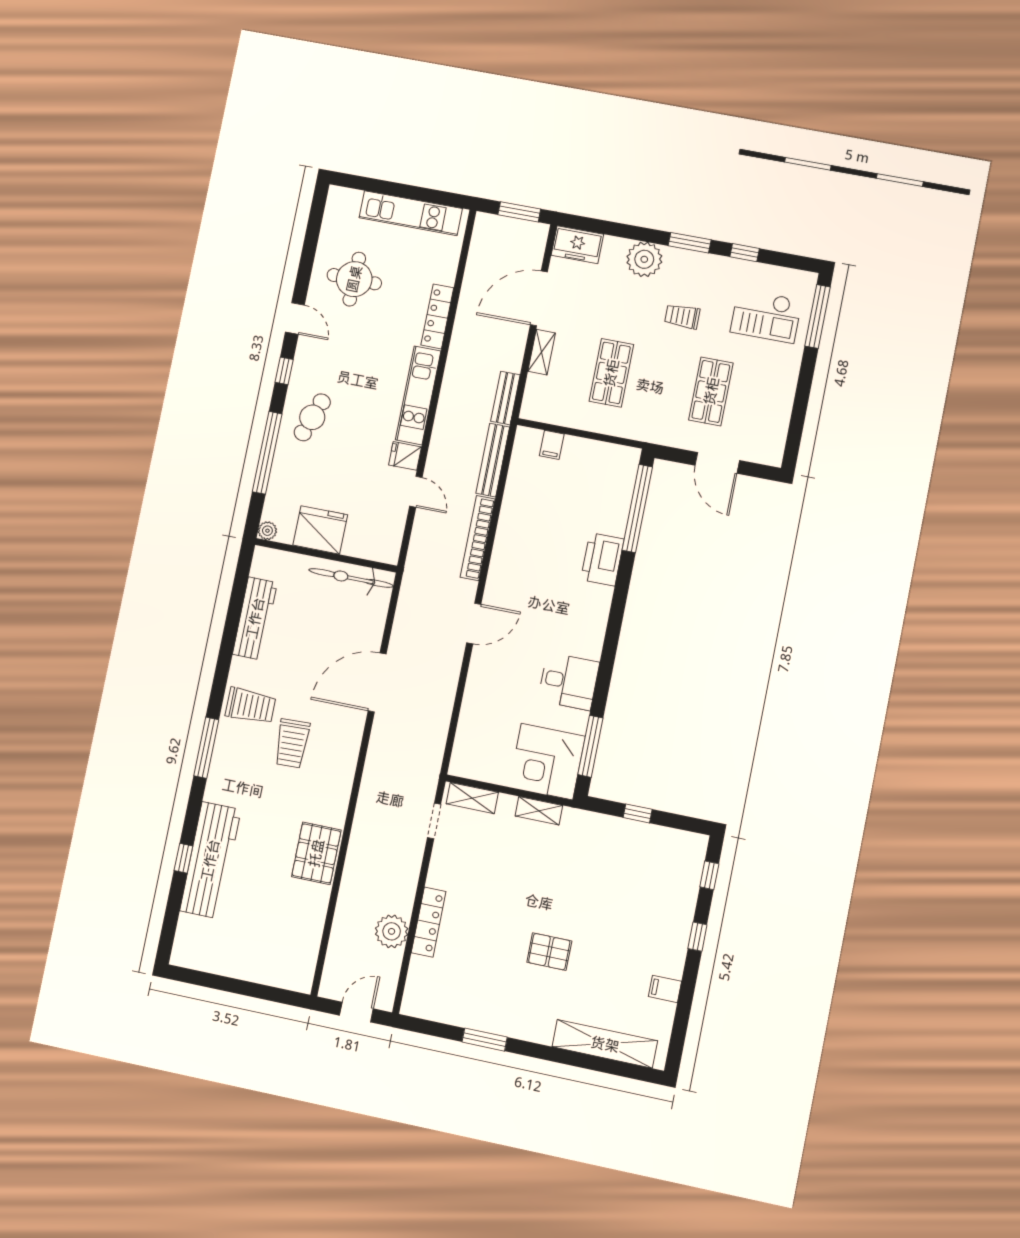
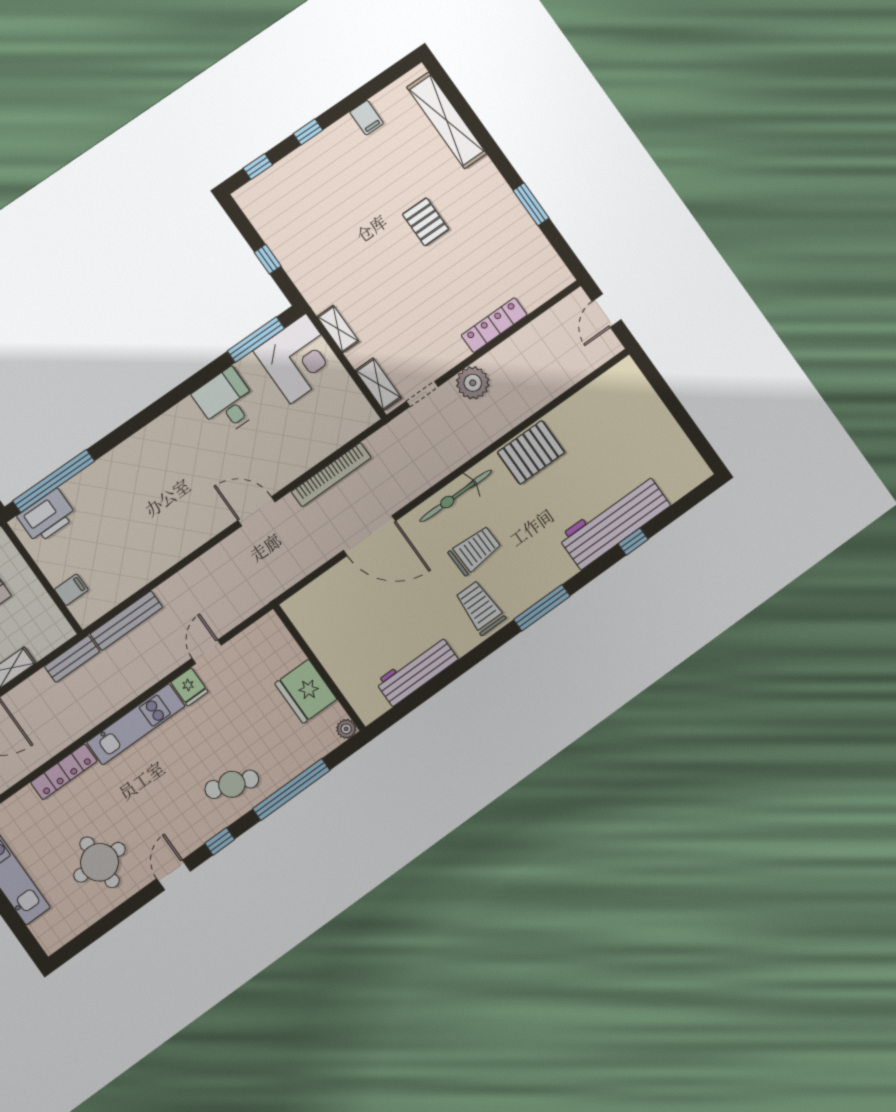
bookcase: (478, 538) -> (331, 475), moved
printer: (602, 559) -> (47, 516), moved
bicycle: (351, 578) -> (456, 496), moved, turned 90
plant: (392, 931) -> (473, 383), moved
door: (356, 1012) -> (607, 311), hinge flipped

